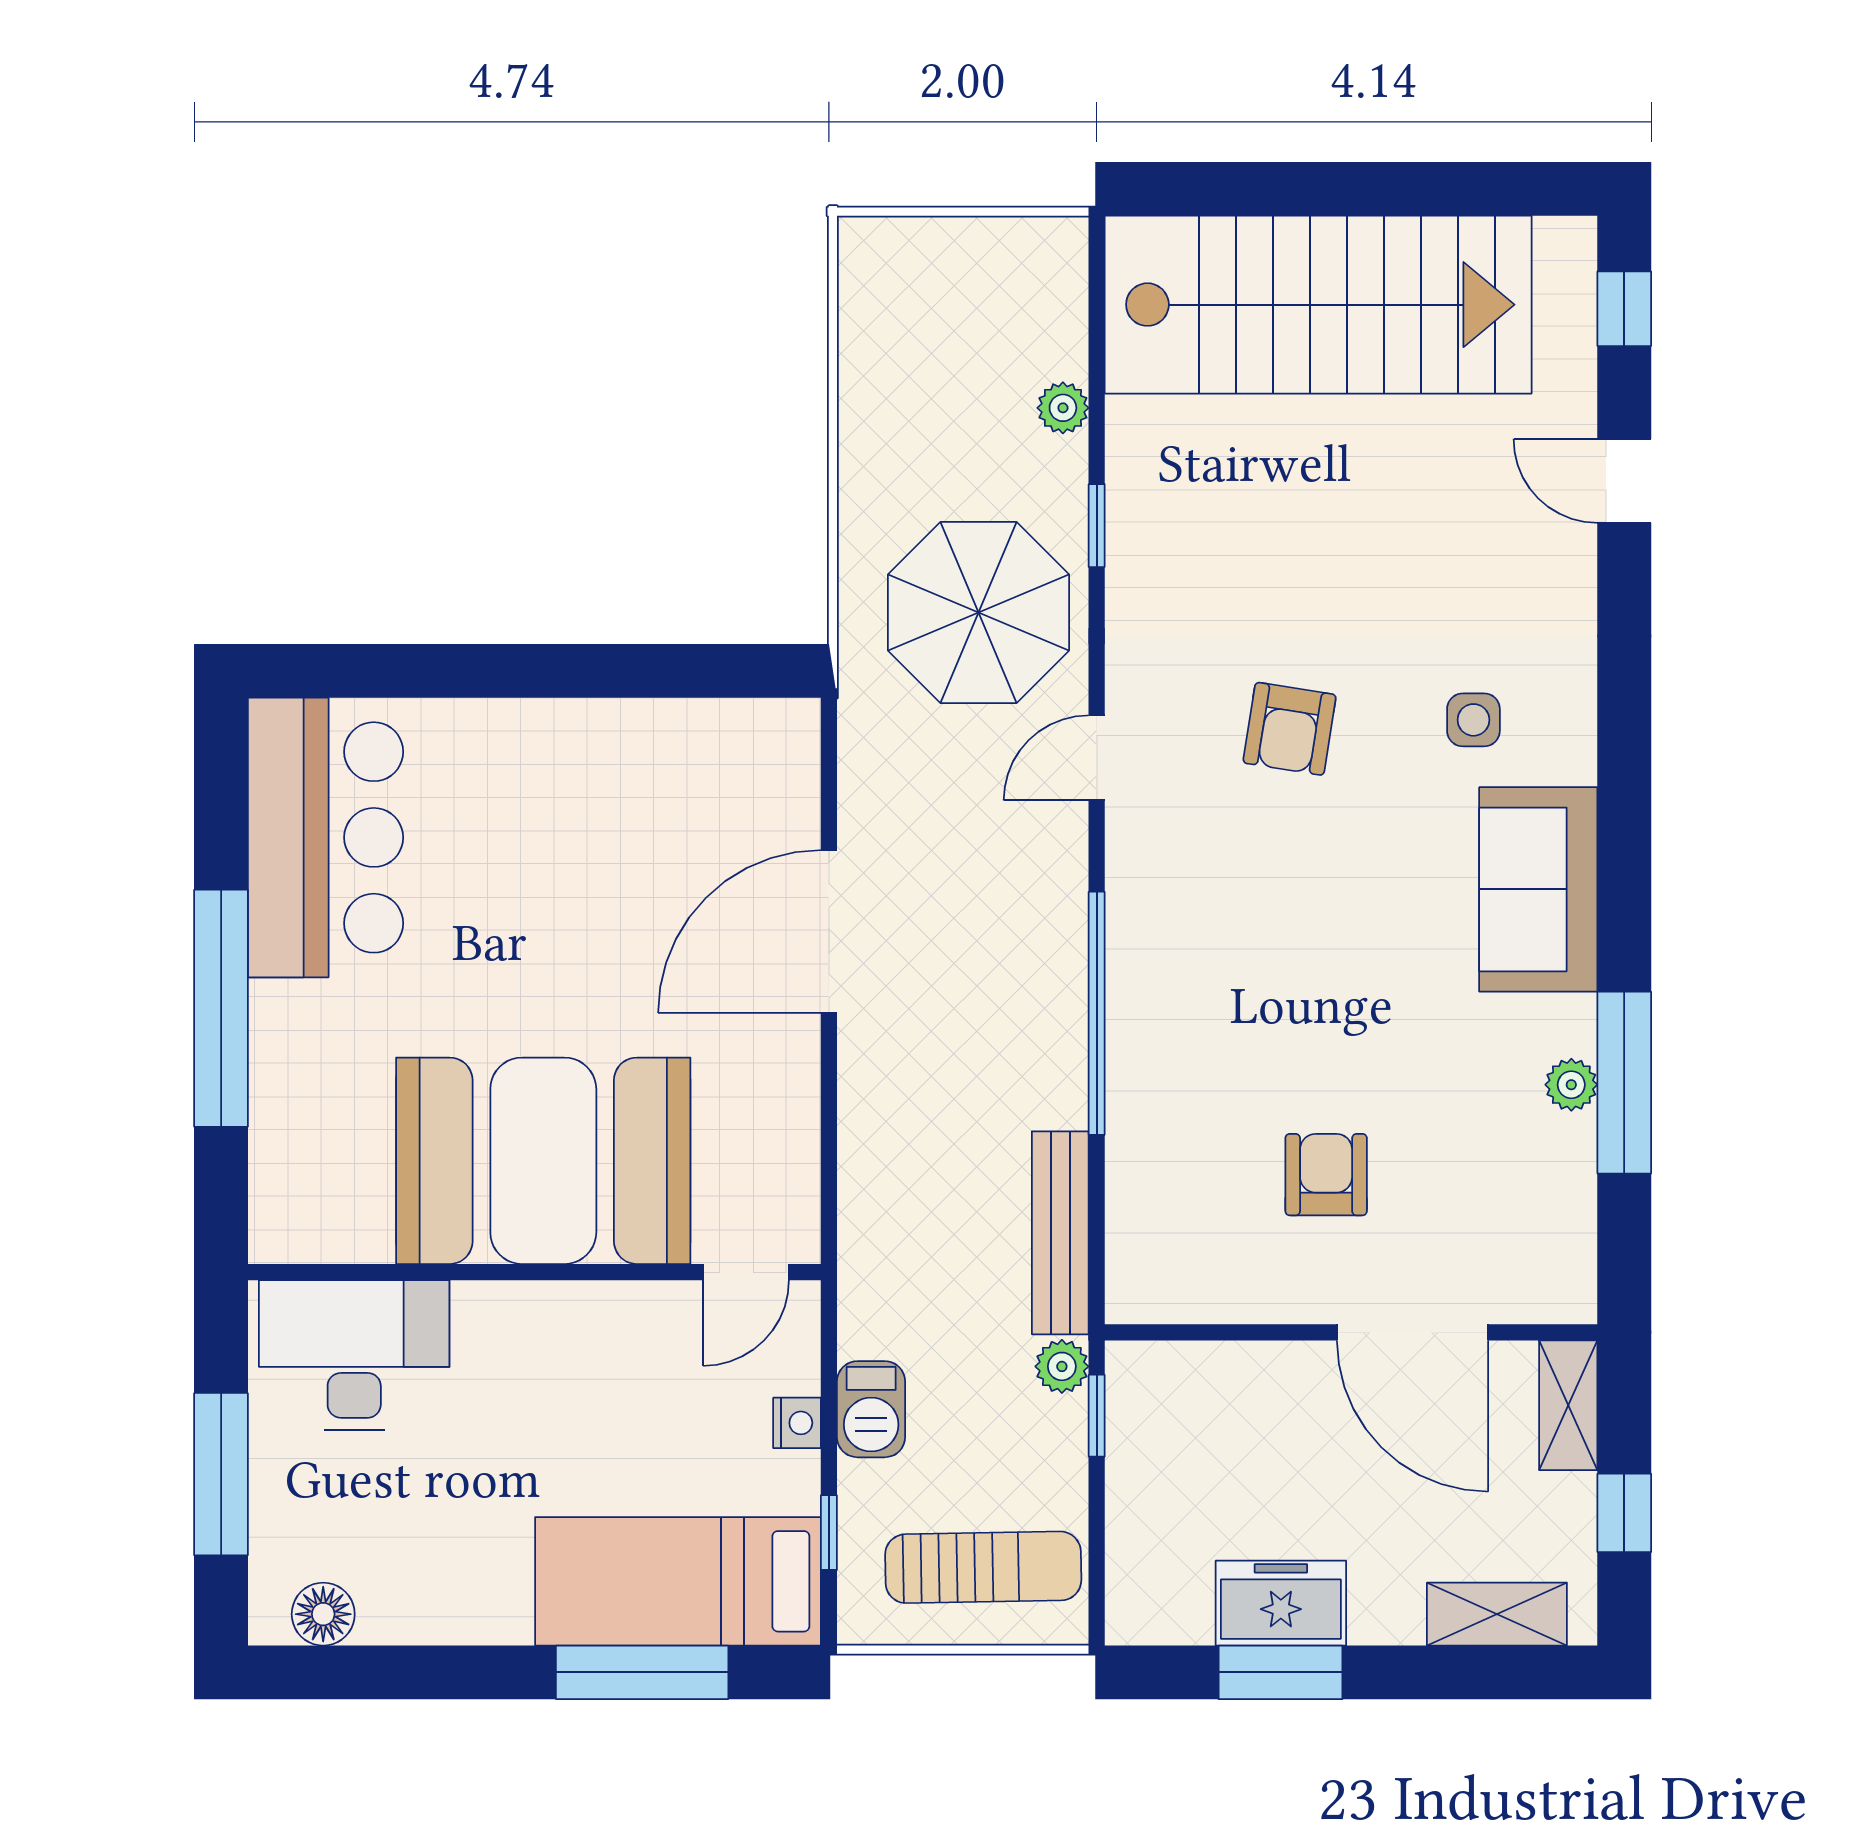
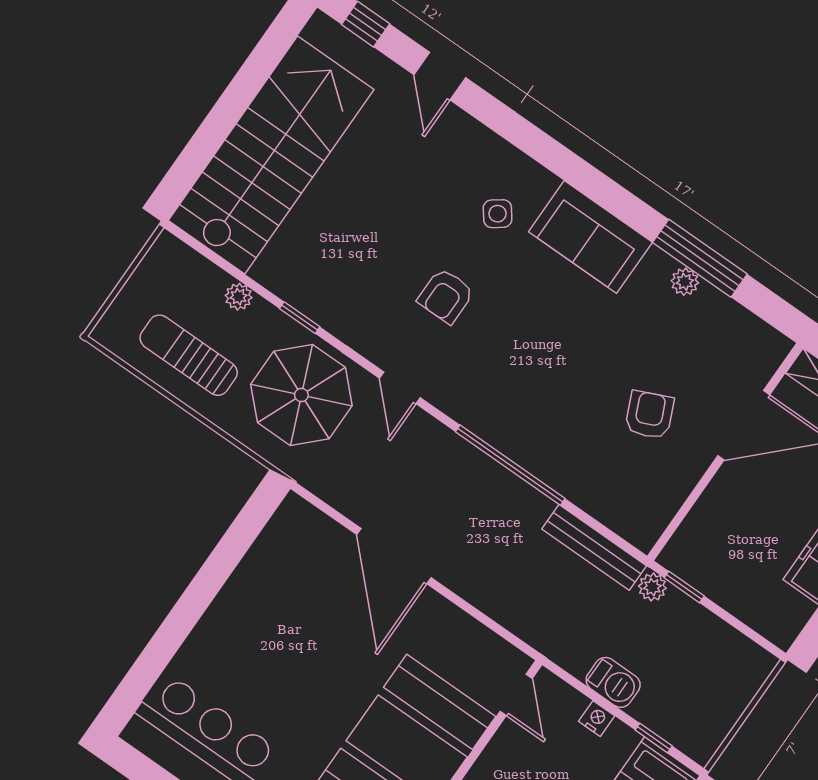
door: (1624, 481) -> (440, 76), hinge flipped
side table: (1473, 720) -> (498, 214), turned -37
armchair: (1290, 729) -> (446, 296), turned 81
armchair: (1326, 1175) -> (649, 415), turned 66
sun lounger: (983, 1567) -> (189, 355), moved, turned -89

